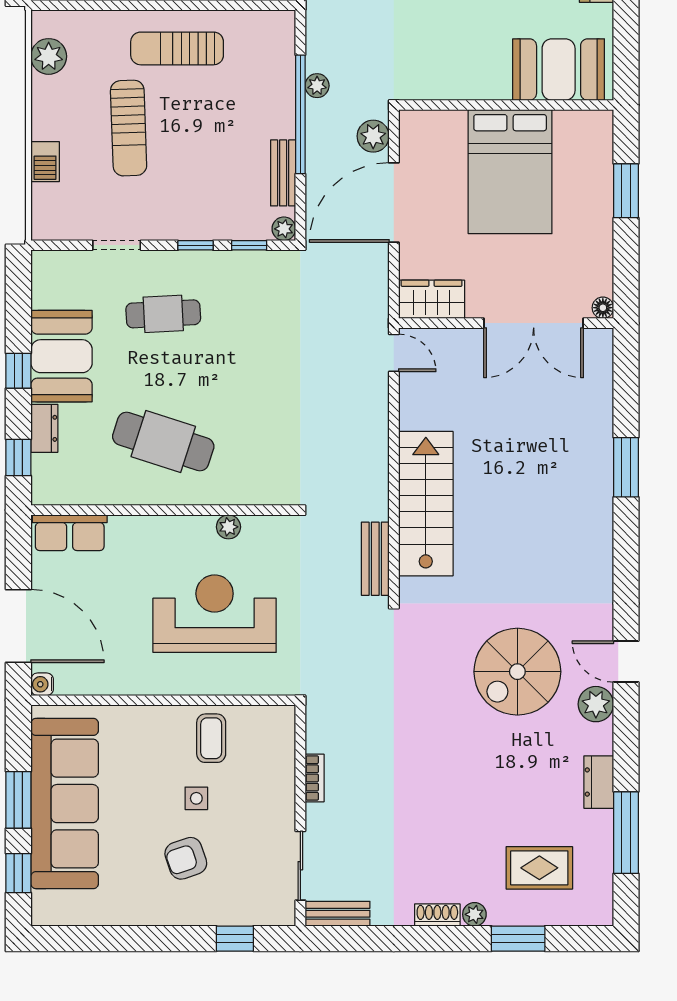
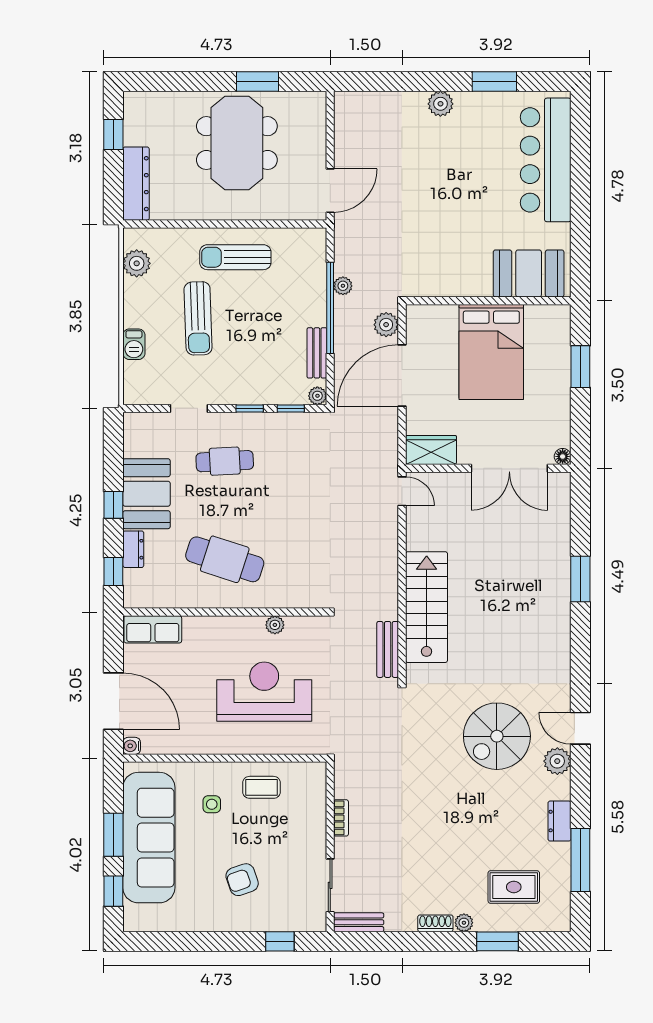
coffee table: (211, 738) -> (262, 787), turned 90
side table: (196, 798) -> (212, 804), moved

